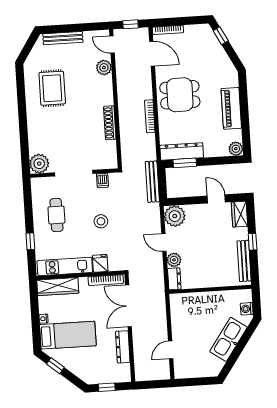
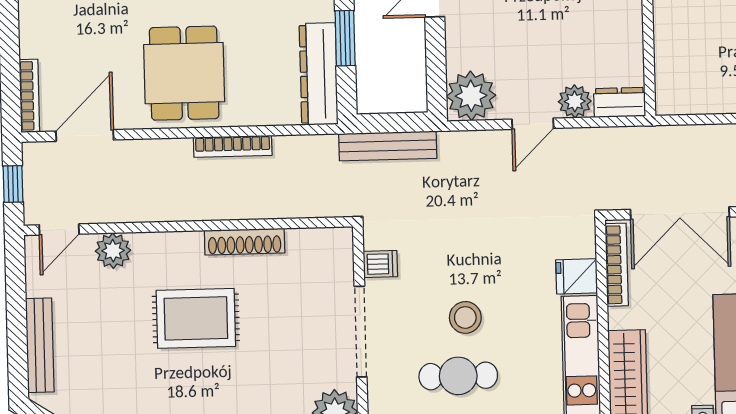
rug: (52, 88) -> (196, 318), moved
window: (185, 163) -> (345, 38), moved
stool: (101, 221) -> (465, 317), moved

